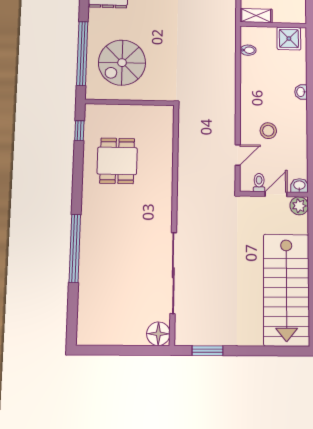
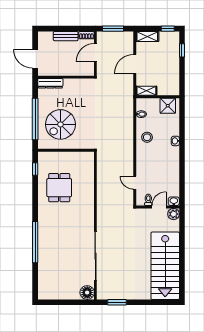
stool: (268, 131) -> (147, 137), moved
door: (238, 155) -> (135, 183), swing flipped

